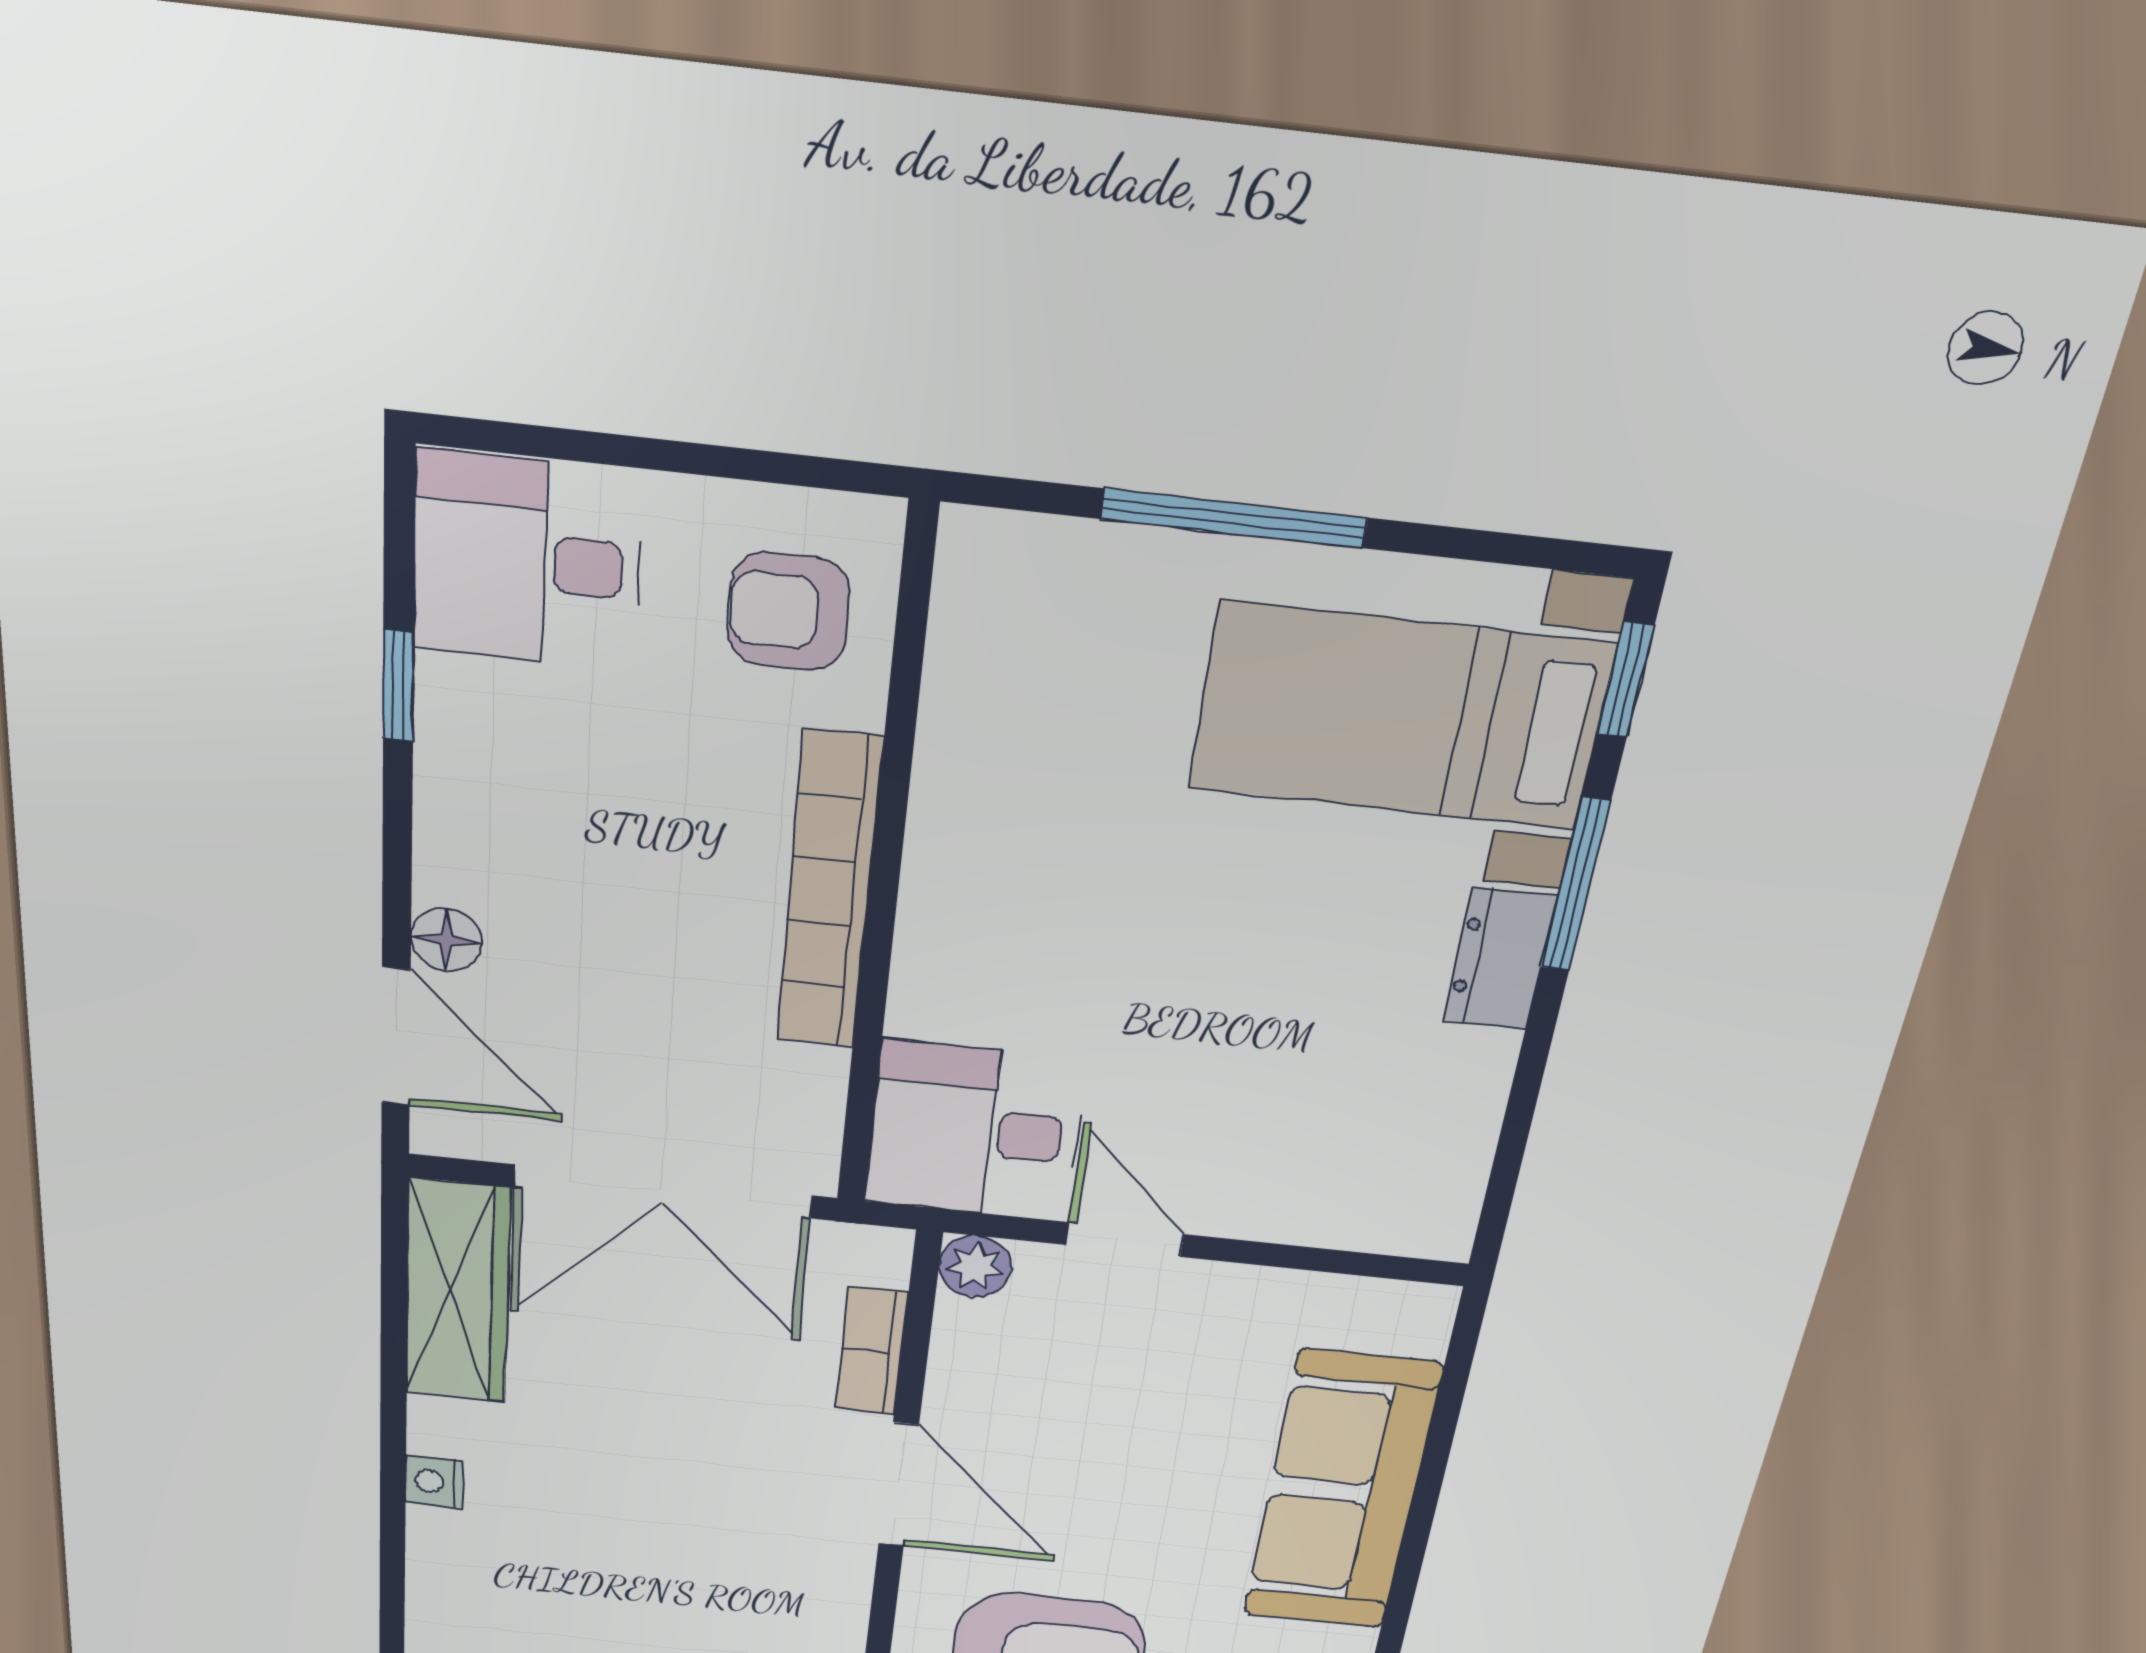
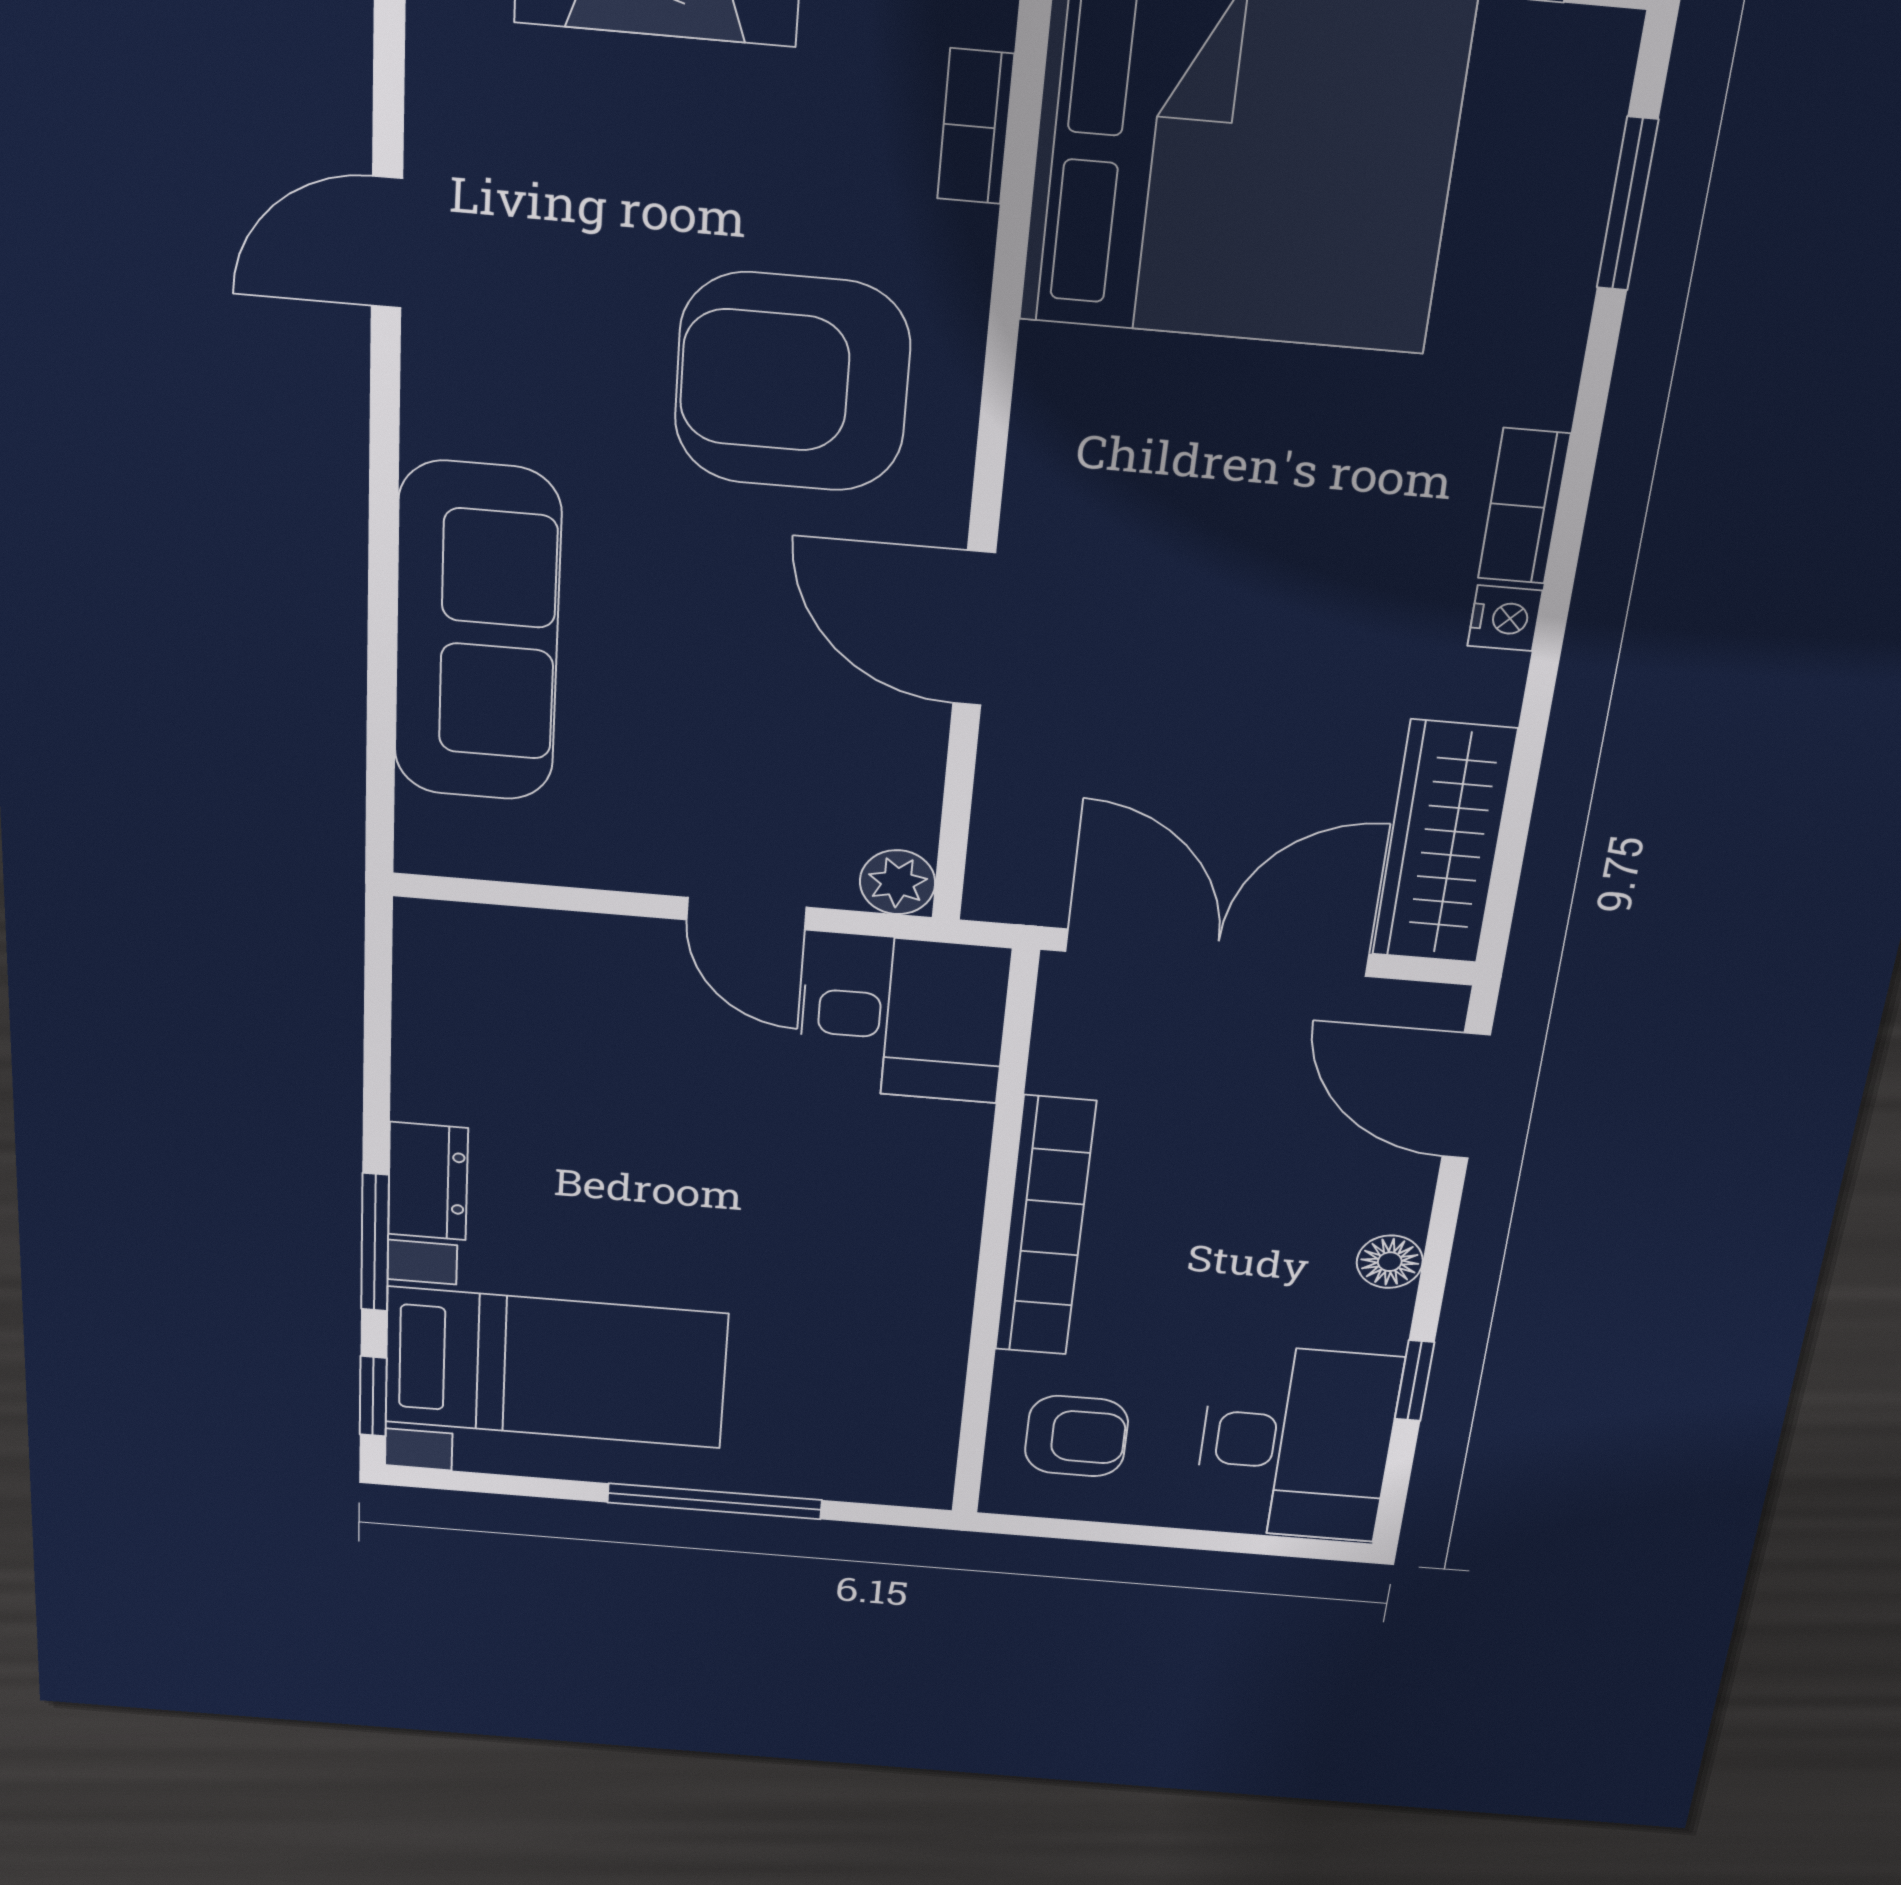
desk: (527, 561) -> (1296, 1443), width x1.37
floor lamp: (446, 940) -> (1390, 1262), moved
bookcase: (871, 1351) -> (1524, 506), moved, turned 180

